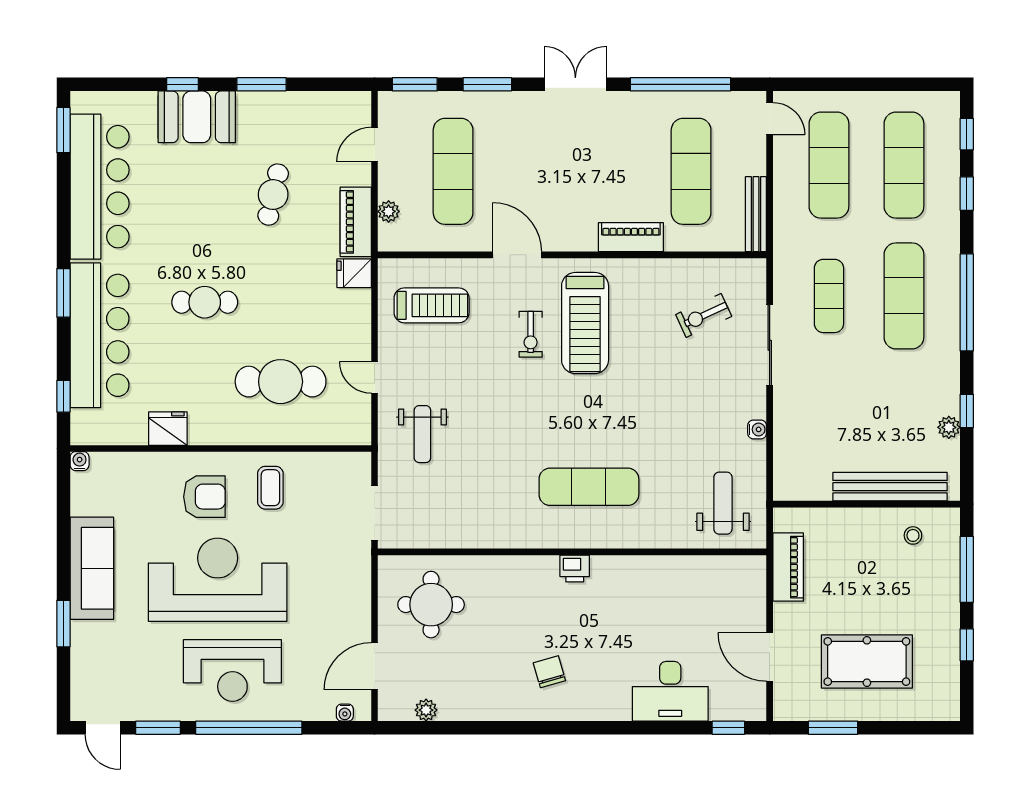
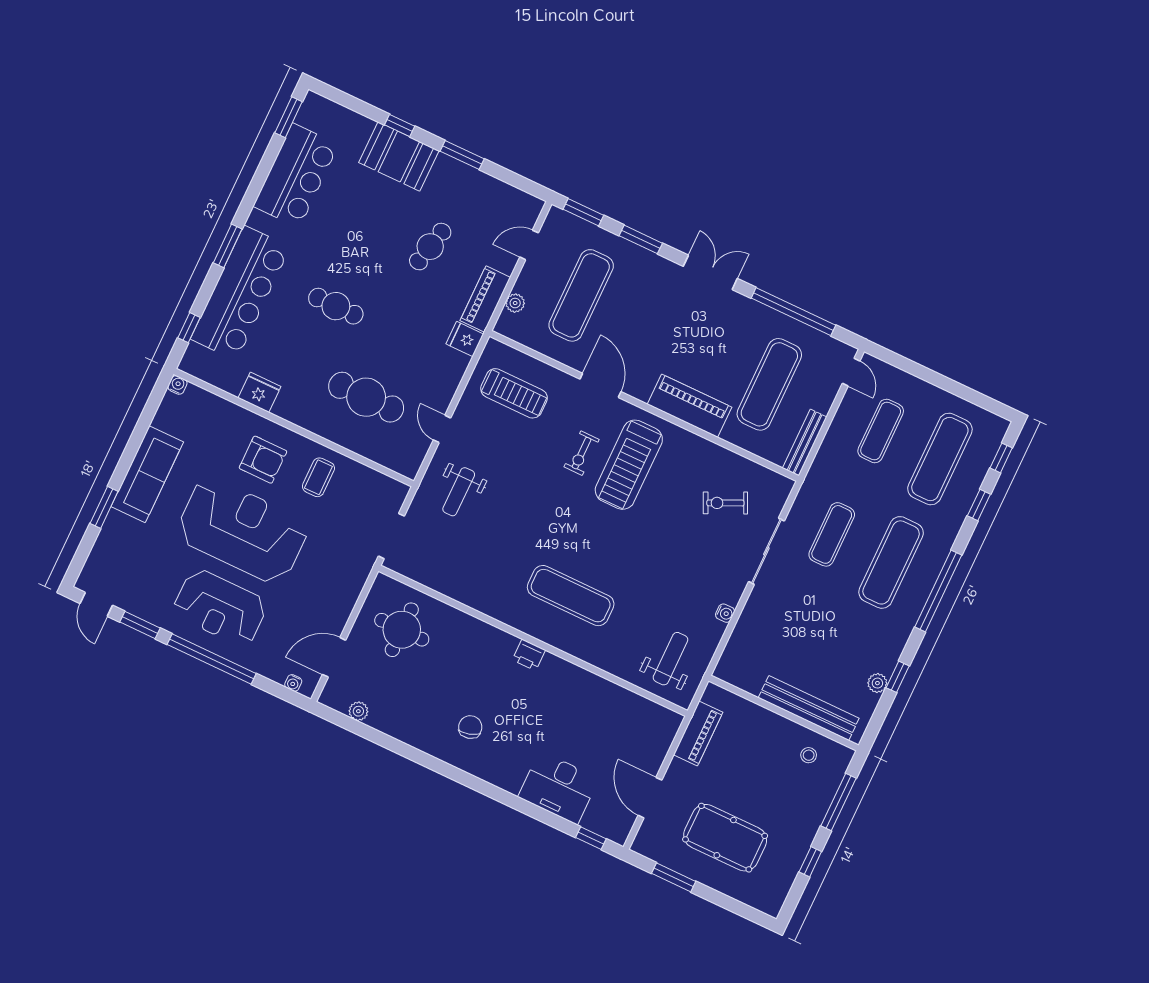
exercise mat: (829, 165) -> (881, 431), width x0.73, depth x0.69
bar counter: (100, 187) -> (296, 175), width x0.73
piano: (631, 237) -> (690, 406), width x1.37, depth x1.33

